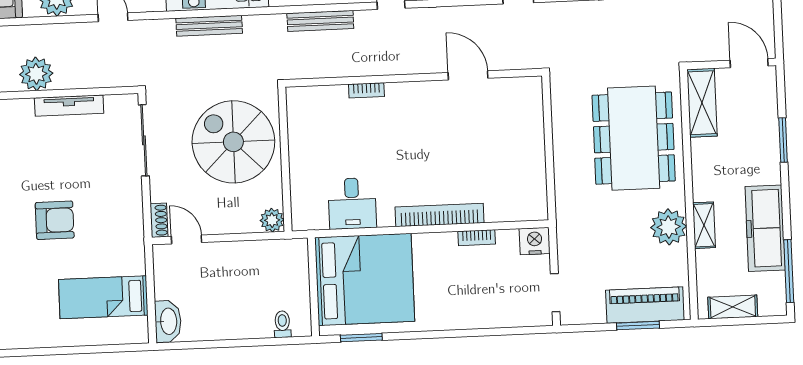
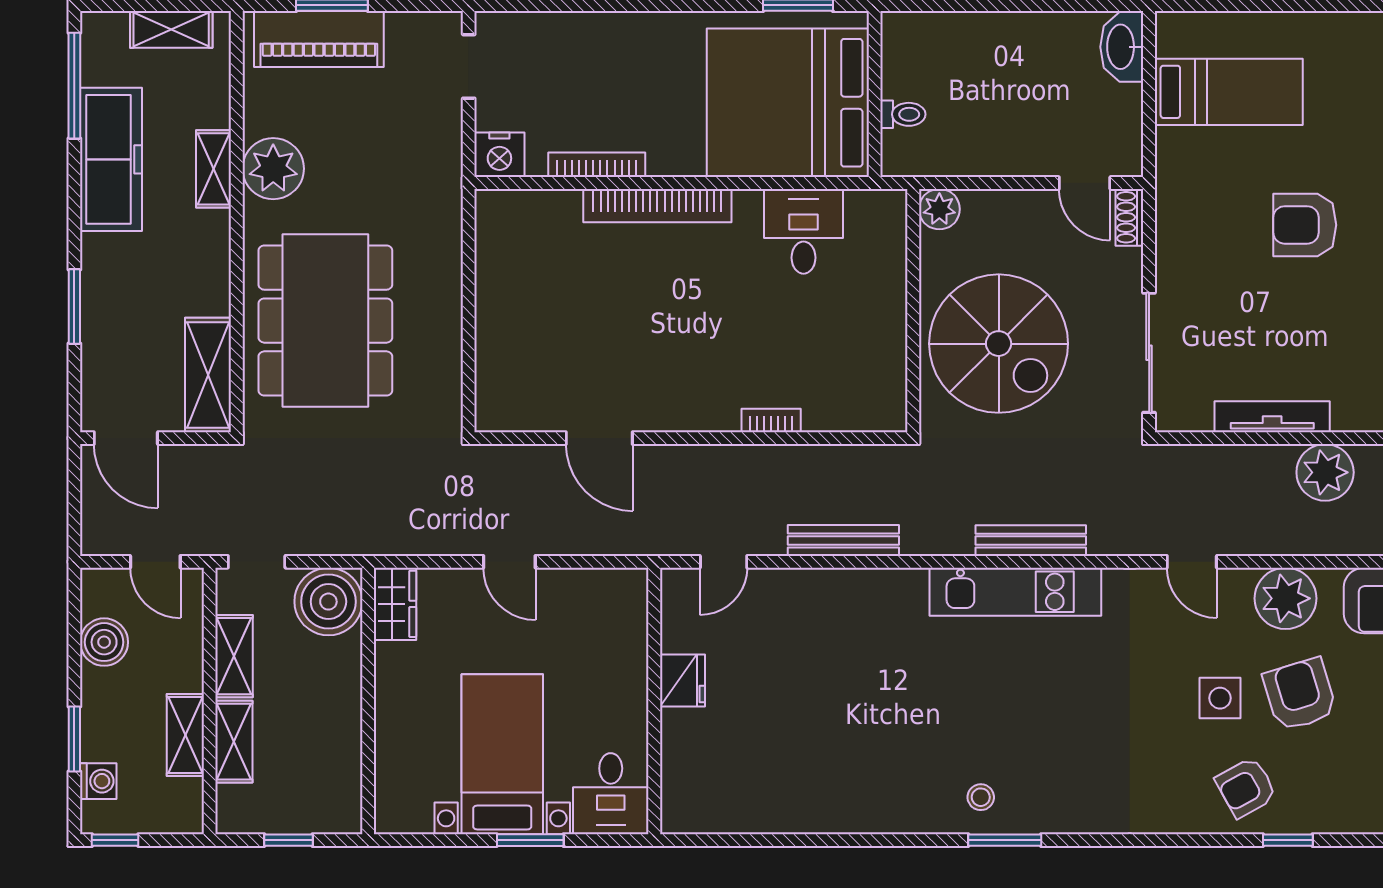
bookcase: (477, 238) -> (597, 165), width x1.56
toilet: (282, 324) -> (903, 114), moved, turned -90

